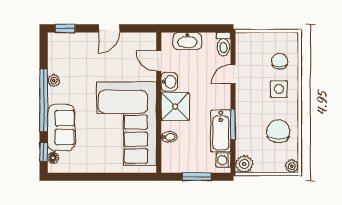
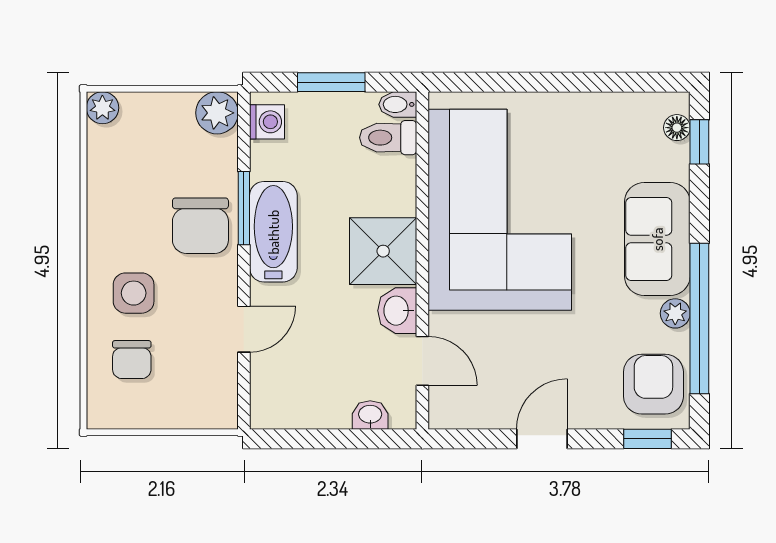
washbasin: (187, 41) -> (370, 415), width x0.52, depth x0.69
toilet: (223, 44) -> (388, 138), moved, turned -90
armchair: (63, 51) -> (653, 384), added
window: (44, 100) -> (699, 319), moved
sofa: (61, 128) -> (657, 239), moved
bathtub: (221, 131) -> (273, 232), moved
chair: (278, 131) -> (200, 226), moved
bidet: (169, 137) -> (398, 104), moved

